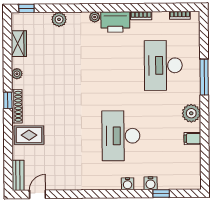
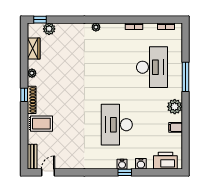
plant: (59, 19) -> (49, 29), moved
printer: (115, 22) -> (165, 161), moved, turned 180
desk: (163, 65) -> (152, 67), turned 180
window: (161, 193) -> (125, 172), moved

